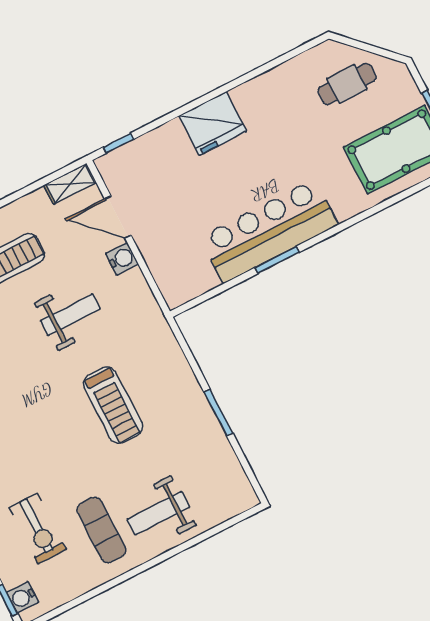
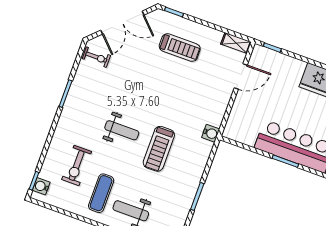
door: (118, 217) -> (241, 76), swing flipped
water cooler: (122, 259) -> (211, 133), moved
weight bench: (70, 315) -> (122, 130), moved

